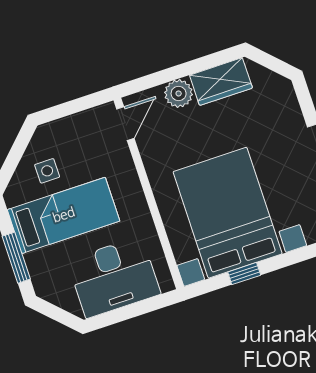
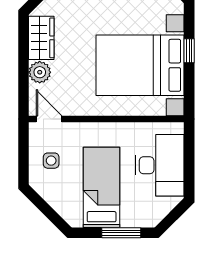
side table: (47, 171) -> (51, 161), moved
window: (244, 274) -> (189, 51), moved

